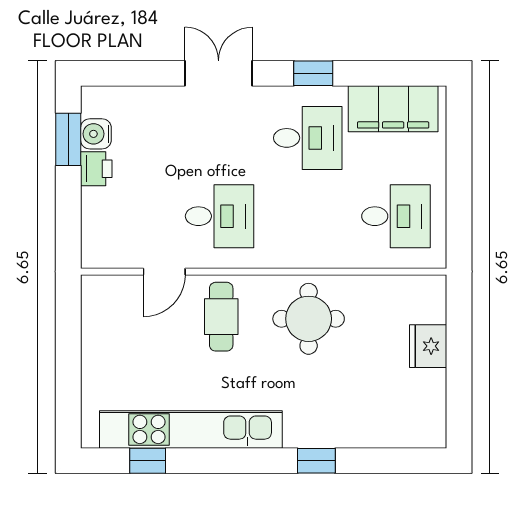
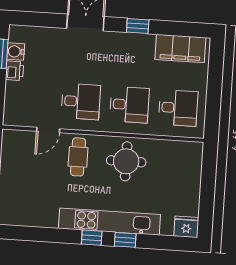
desk: (308, 138) -> (129, 105), moved
fridge: (428, 346) -> (186, 227), moved, turned 90
kitchen unit: (191, 429) -> (109, 222), moved
window: (148, 461) -> (92, 238), moved

